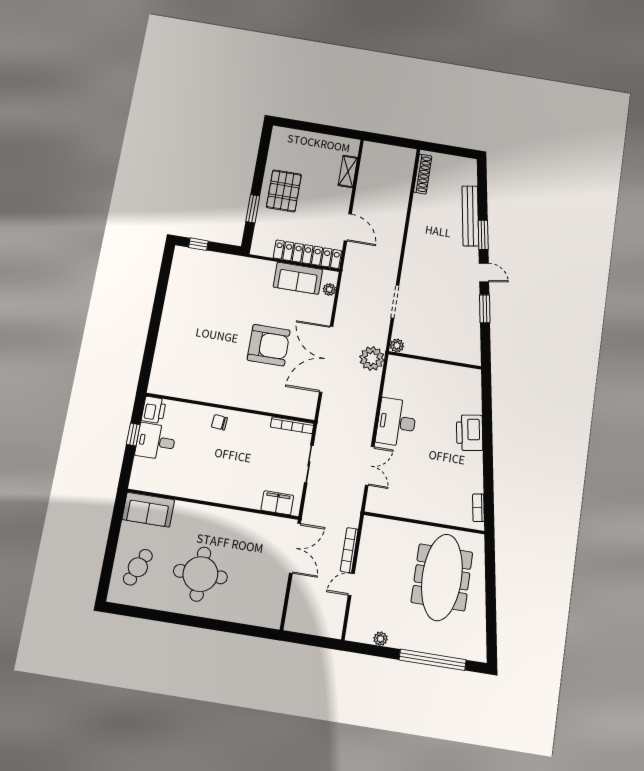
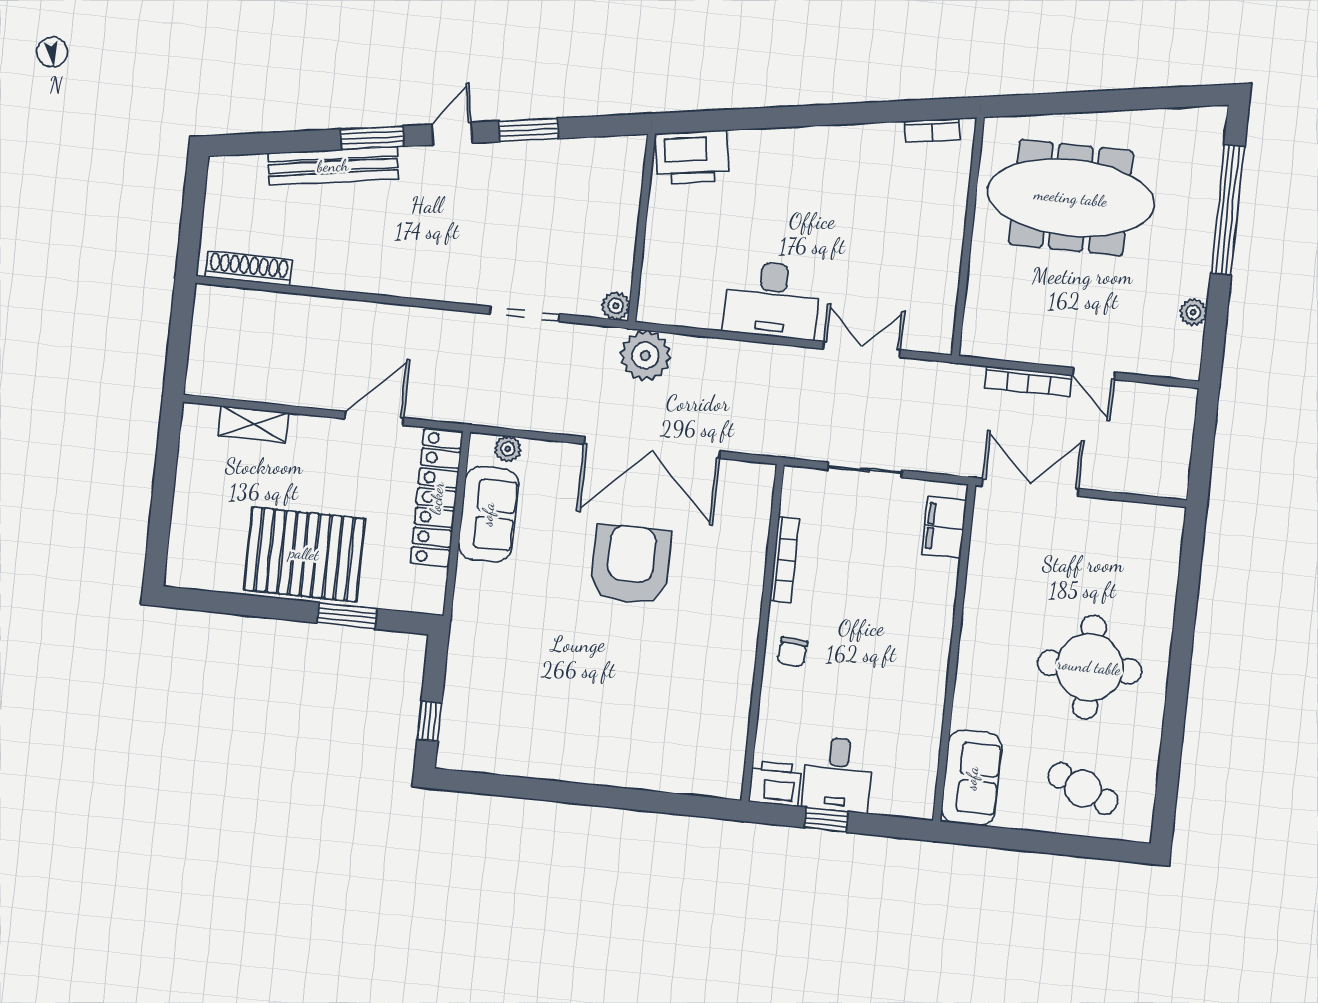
pallet: (284, 191) -> (304, 554), width x1.37, depth x1.41
bookcase: (292, 425) -> (784, 560), moved
printer: (470, 433) -> (692, 157), moved

